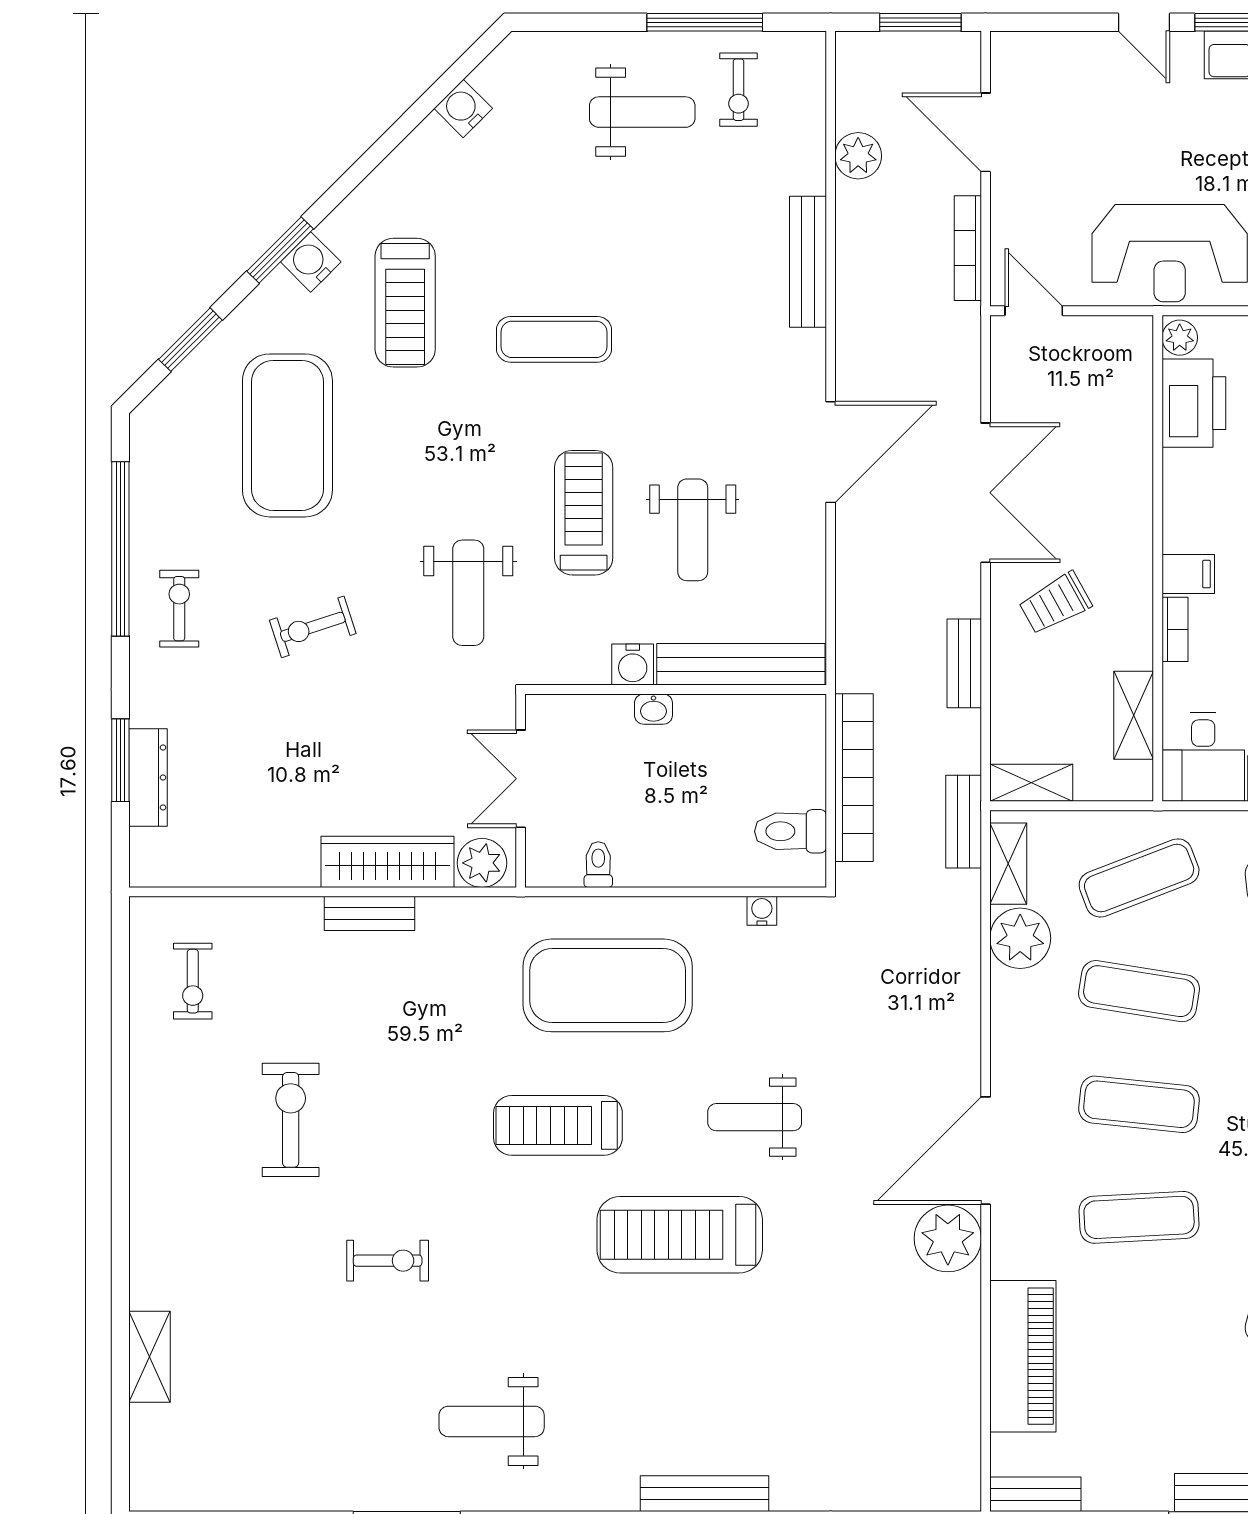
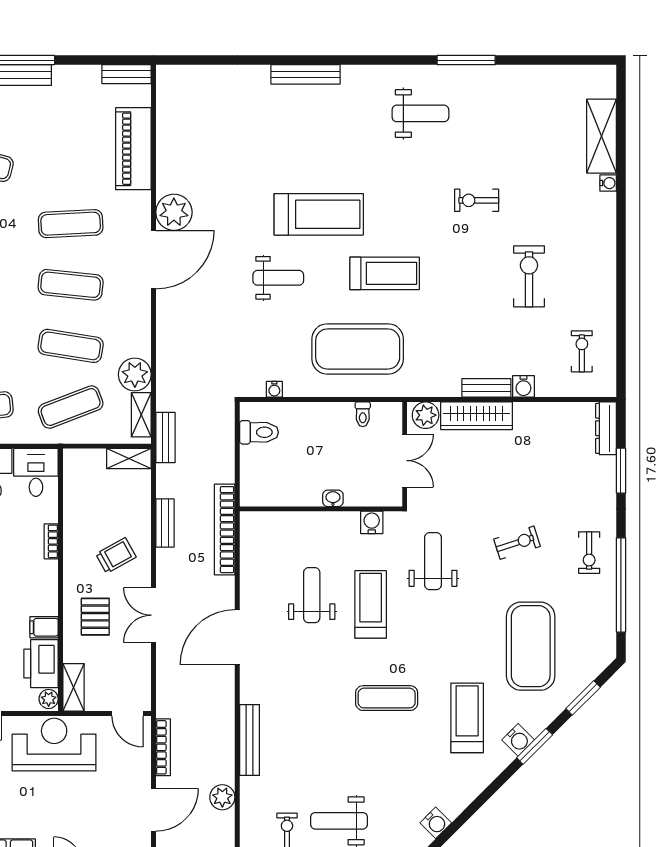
door: (986, 132) -> (154, 810), hinge flipped
pallet: (1093, 490) -> (95, 617), added
double door: (986, 493) -> (154, 615), width x0.73
treadmill: (584, 513) -> (371, 604), turned 180
filing cabinet: (1188, 574) -> (44, 627), moved
bench: (741, 664) -> (286, 522), removed
water cooler: (633, 665) -> (372, 522), moved
shelving: (1134, 715) -> (74, 687), moved
dresser: (148, 777) -> (606, 428), moved
bookcase: (854, 778) -> (225, 530), moved
water cooler: (301, 916) -> (523, 386), added
exercise bike: (291, 1120) -> (529, 276), turned 180
water cooler: (144, 1293) -> (608, 183), added
shelving: (149, 1357) -> (601, 136), width x1.50, depth x1.33

